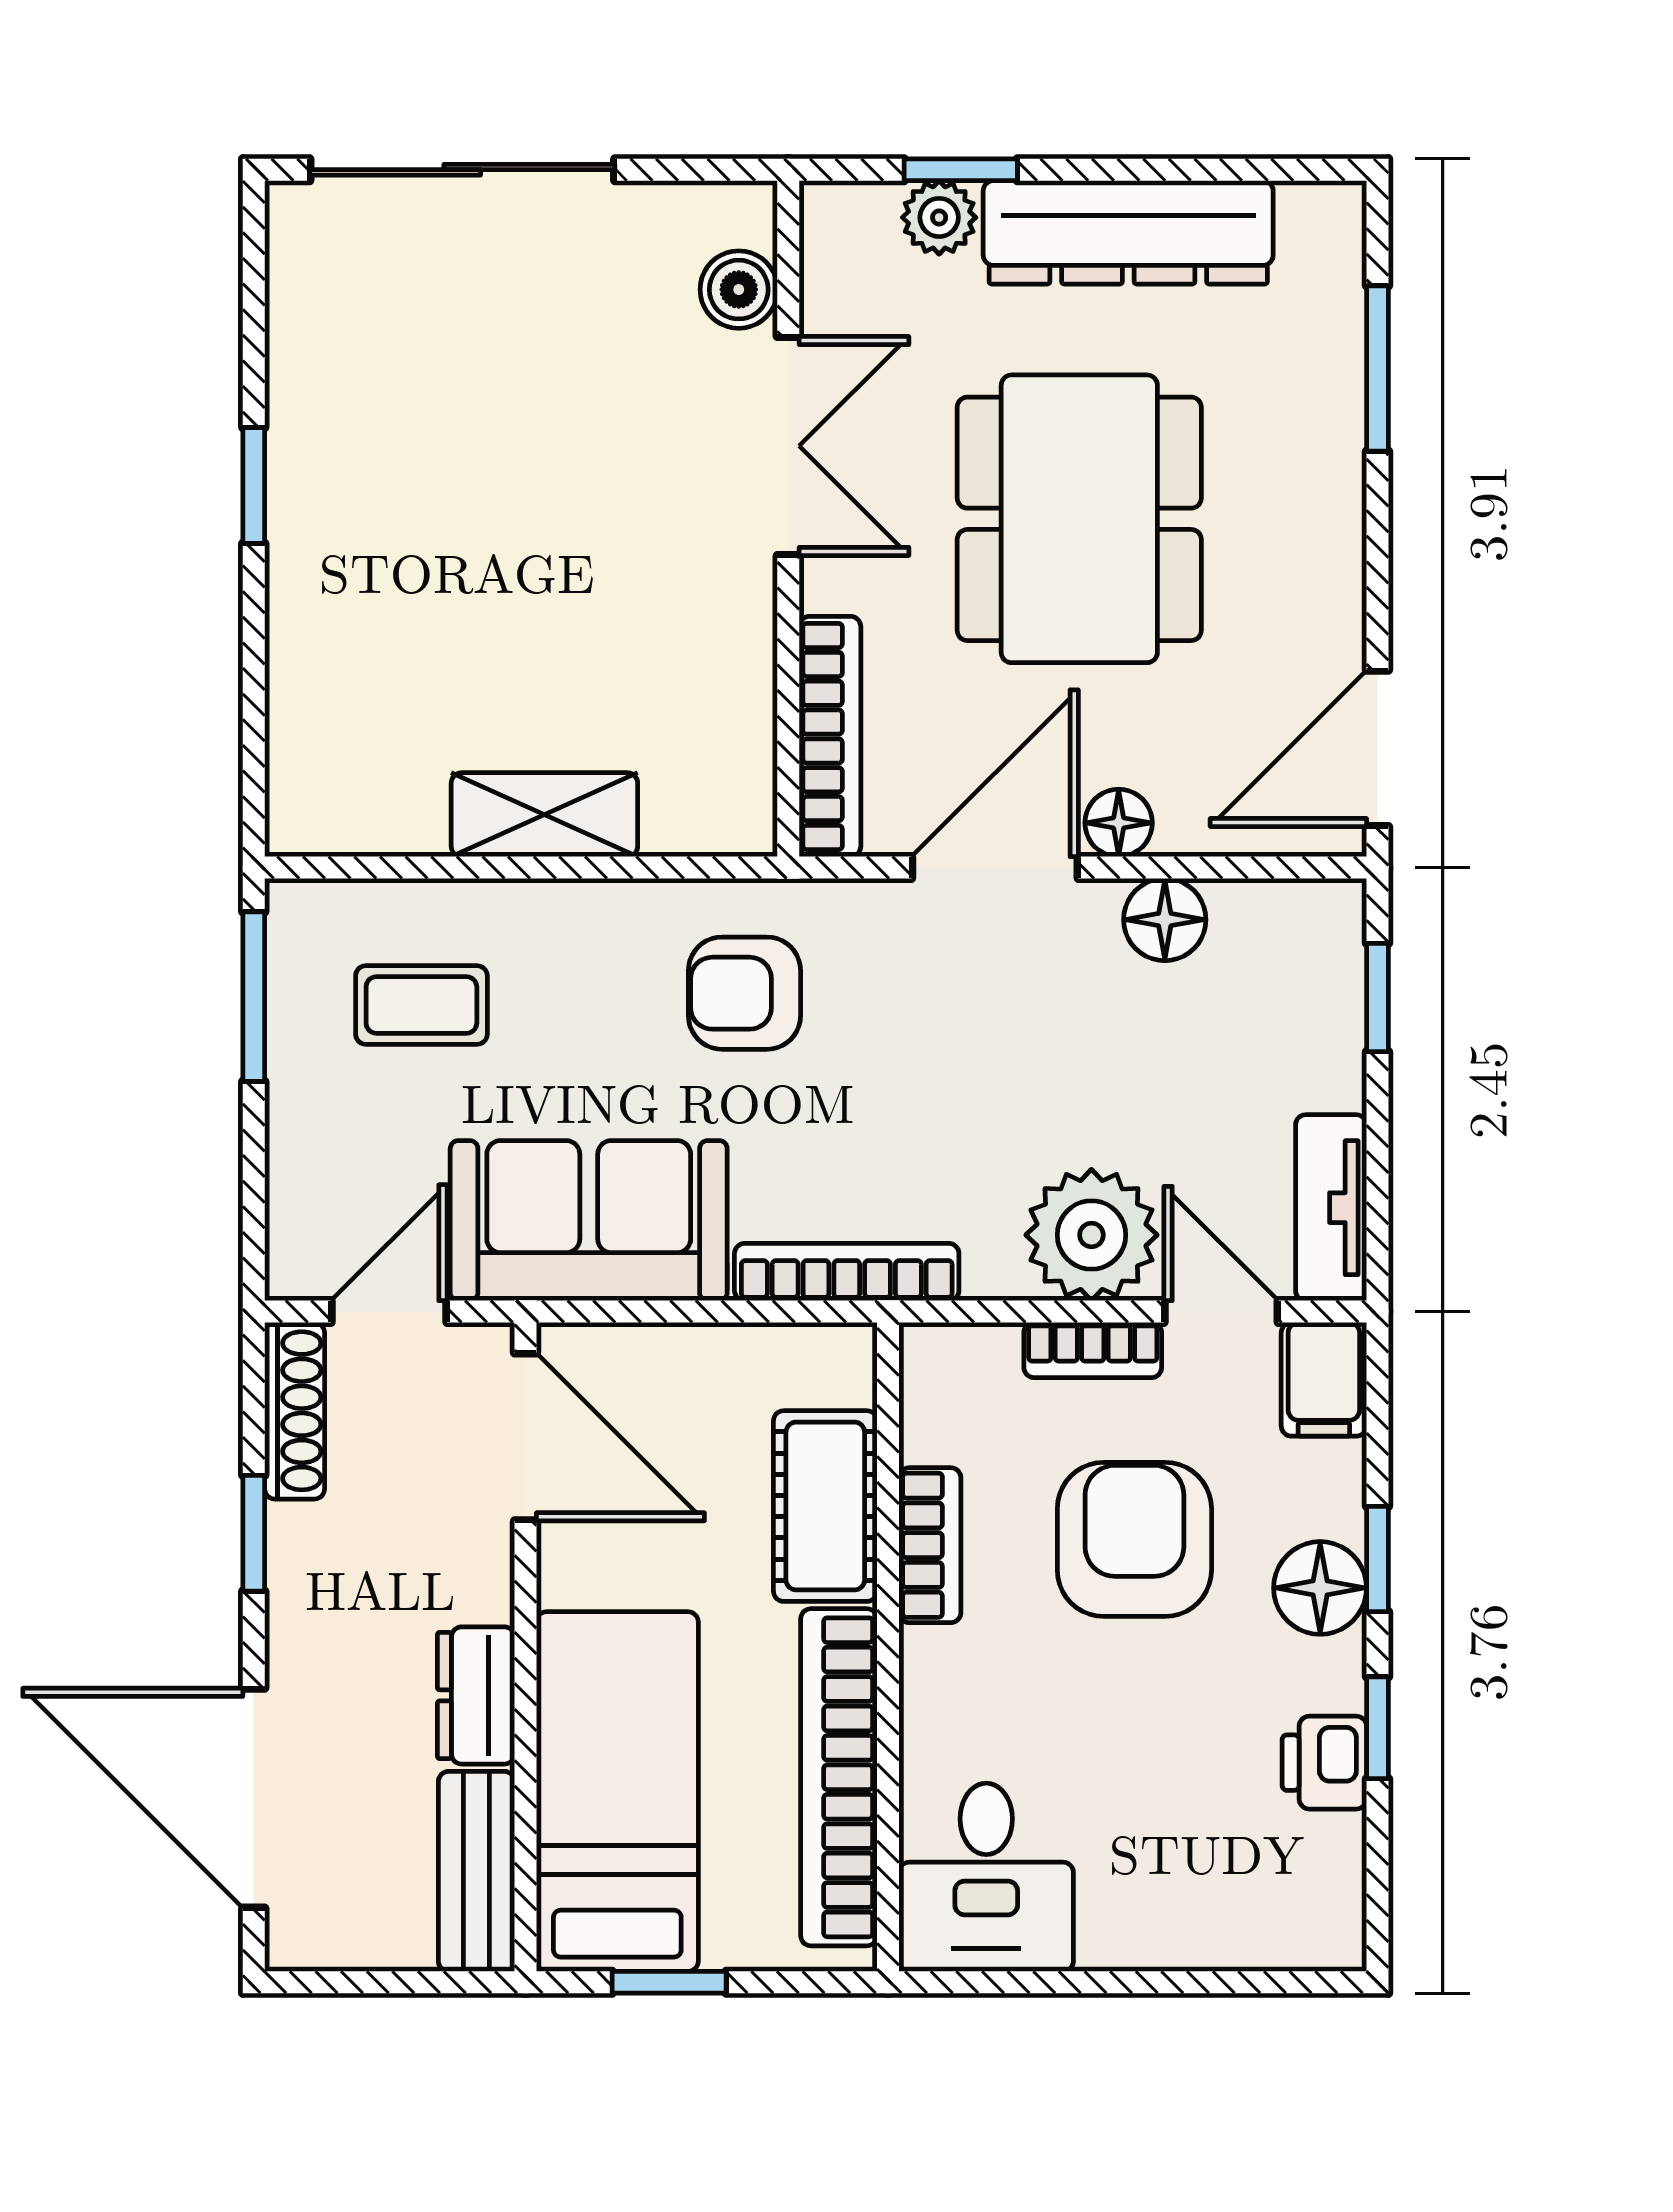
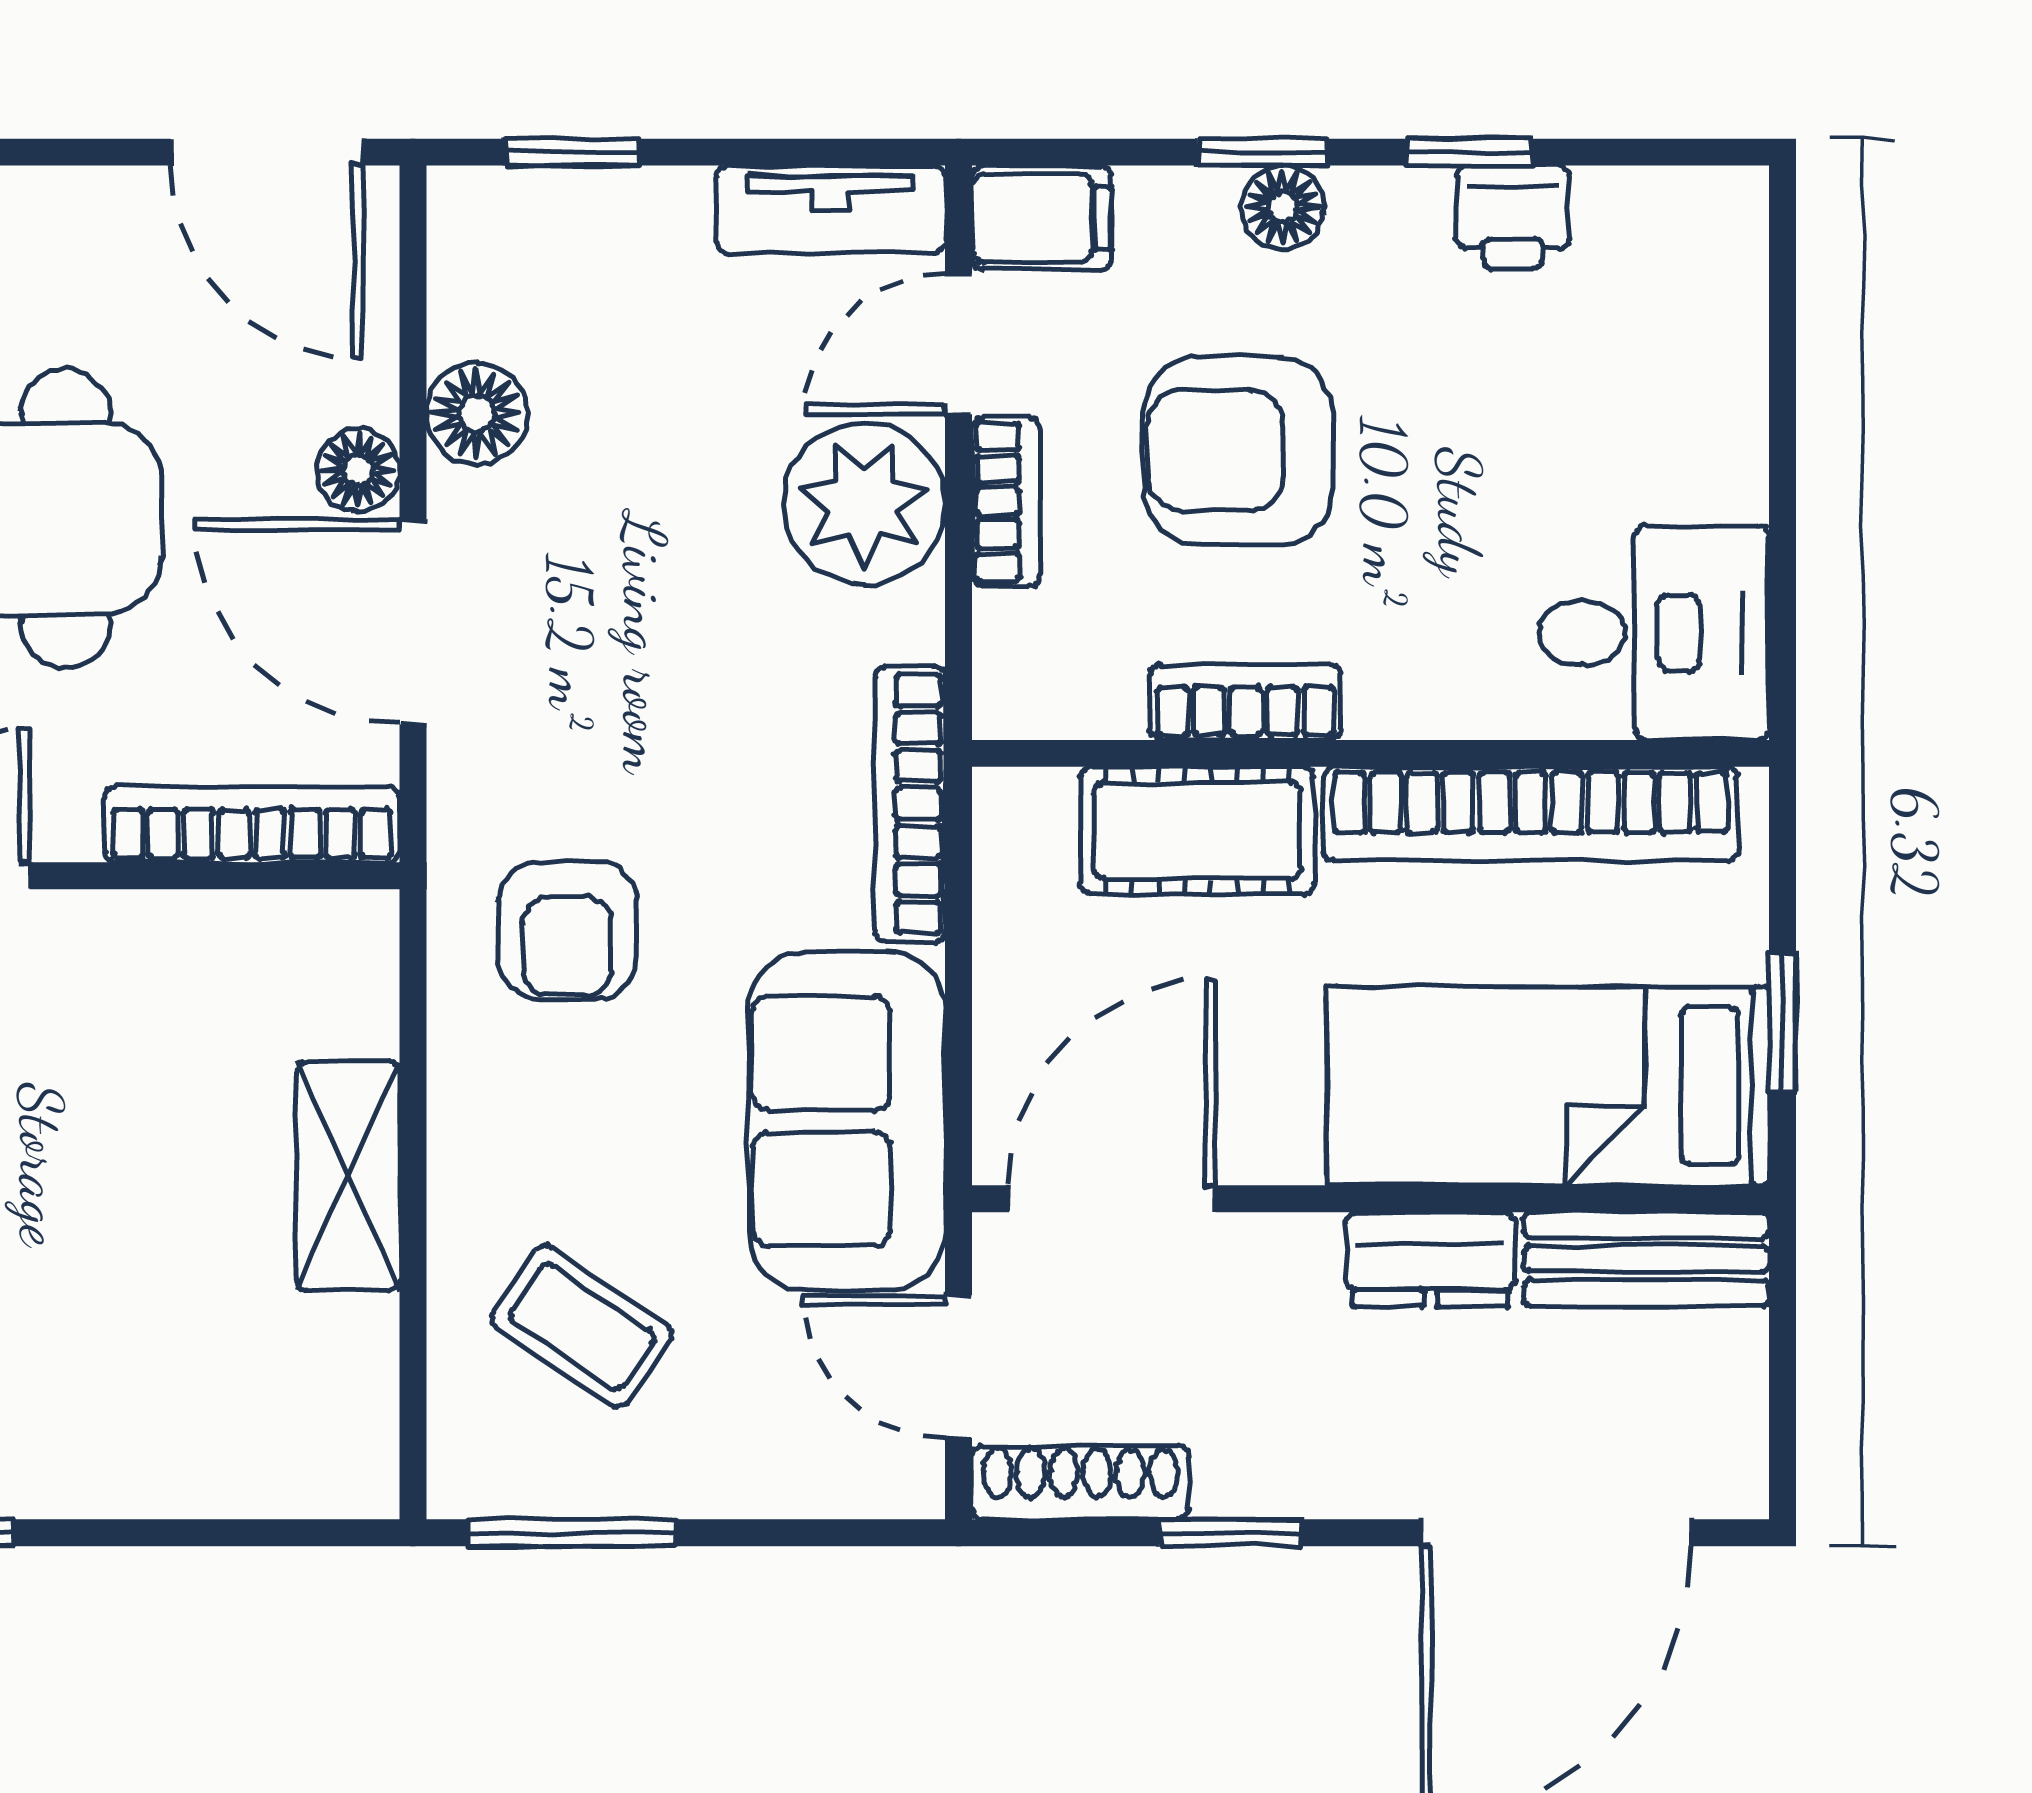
coffee table: (421, 1005) -> (582, 1327), turned -56
floor lamp: (1320, 1588) -> (1283, 207), width x0.73, depth x0.73

